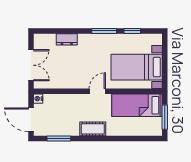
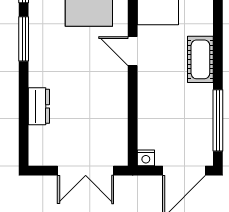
double door: (31, 65) -> (86, 171), swing flipped
window: (59, 139) -> (218, 120), width x1.44

